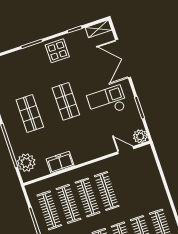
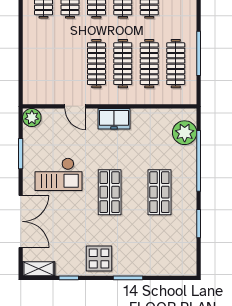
door: (126, 150) -> (75, 106), moved
freezer: (60, 162) -> (114, 119), moved

